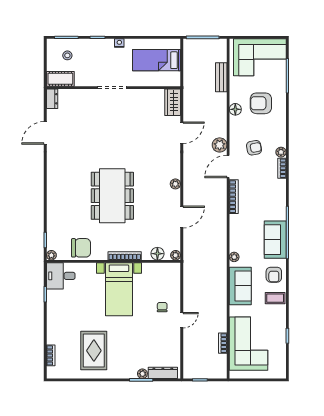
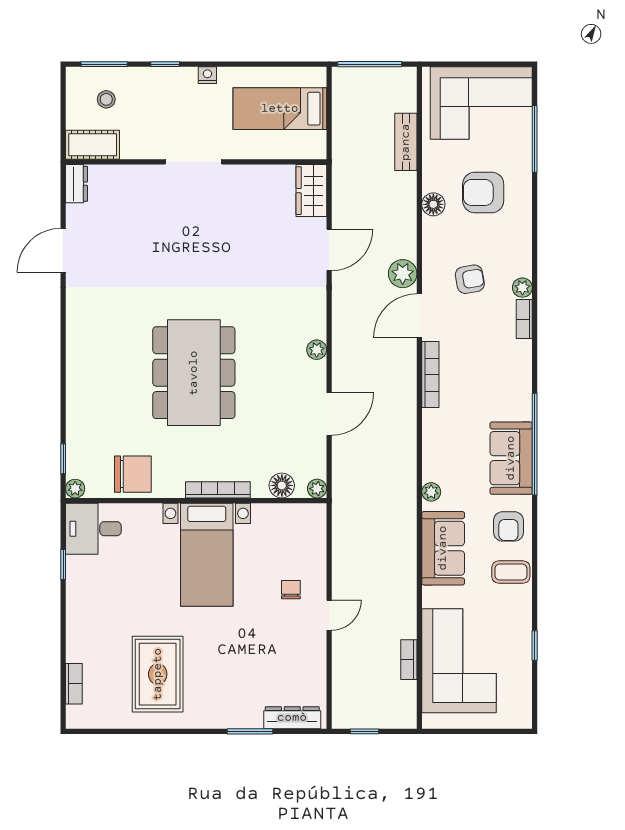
plant: (142, 374) -> (252, 719), removed

